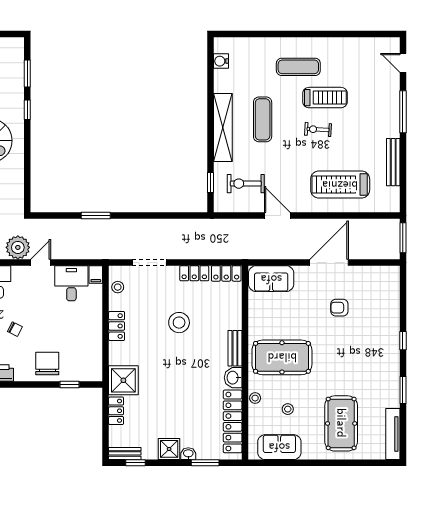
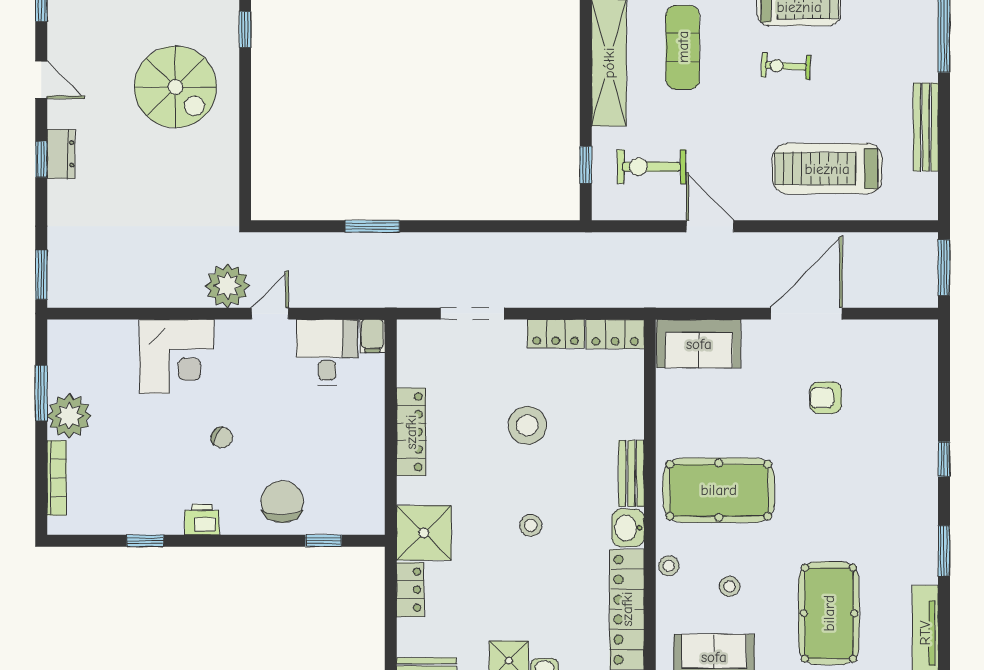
stool: (118, 287) -> (531, 525), moved
locker: (117, 326) -> (411, 432), width x1.53

